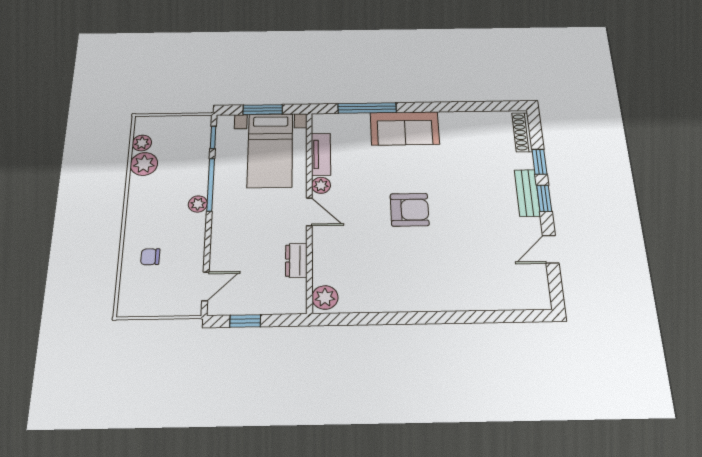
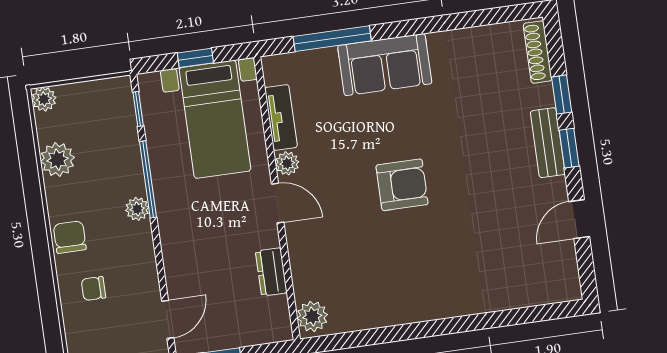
window: (263, 110) -> (195, 58), width x0.67
plant: (142, 143) -> (44, 99), moved
chair: (140, 218) -> (70, 237), added

